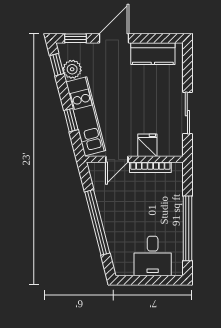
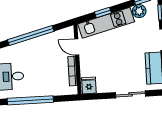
sliding door: (187, 113) -> (130, 94), moved
fridge: (147, 145) -> (89, 85), moved, turned -90

